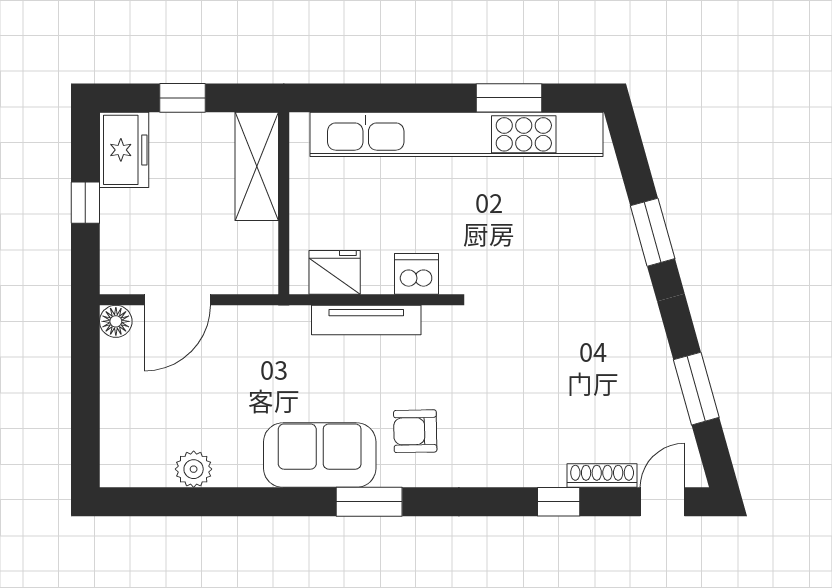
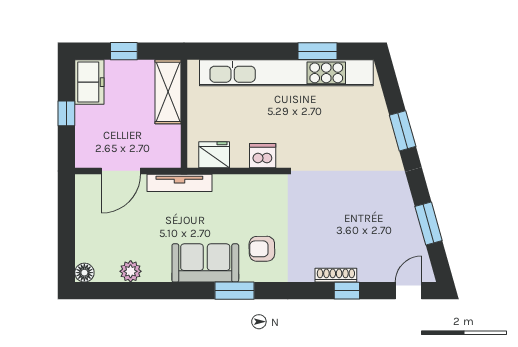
tv unit: (366, 320) -> (179, 183), moved
floor lamp: (116, 321) -> (84, 273), moved
shoe rack: (602, 476) -> (336, 275), moved

